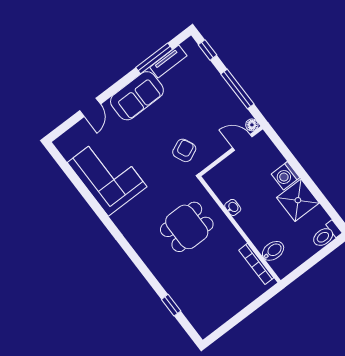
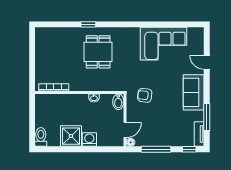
tv unit: (168, 62) -> (199, 134), moved
armchair: (184, 150) -> (145, 95), turned 122
dining table: (187, 227) -> (98, 52), moved
bidet: (273, 251) -> (118, 102), moved
window: (171, 305) -> (88, 24), moved

